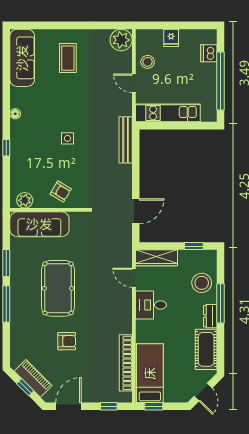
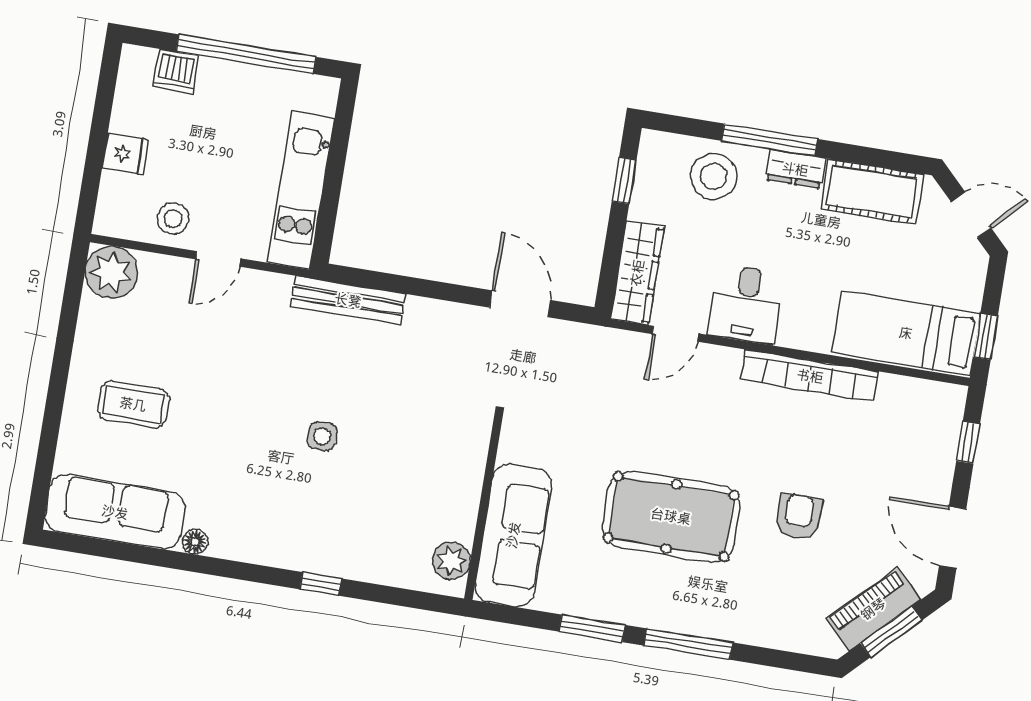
floor lamp: (15, 114) -> (195, 542), moved
armchair: (61, 191) -> (444, 473), removed
bookcase: (126, 363) -> (810, 376), moved
window: (25, 387) -> (891, 632), width x1.50

